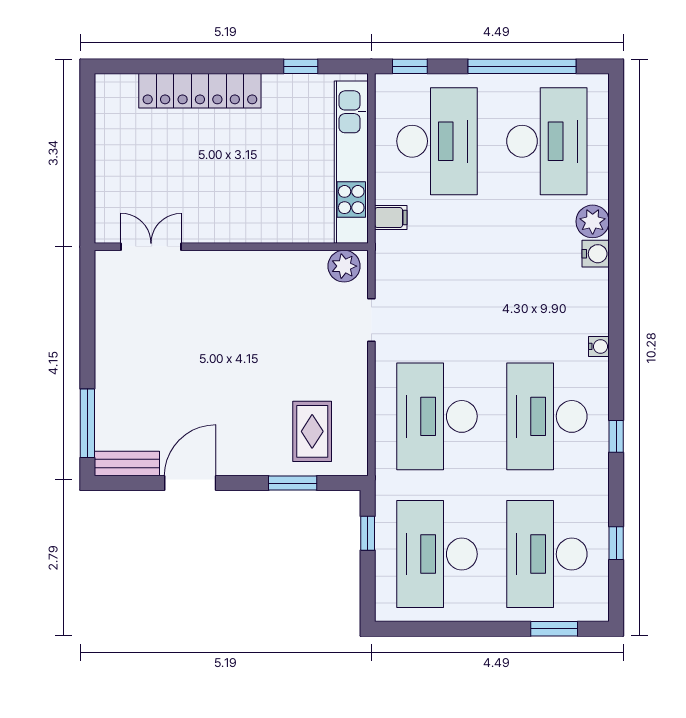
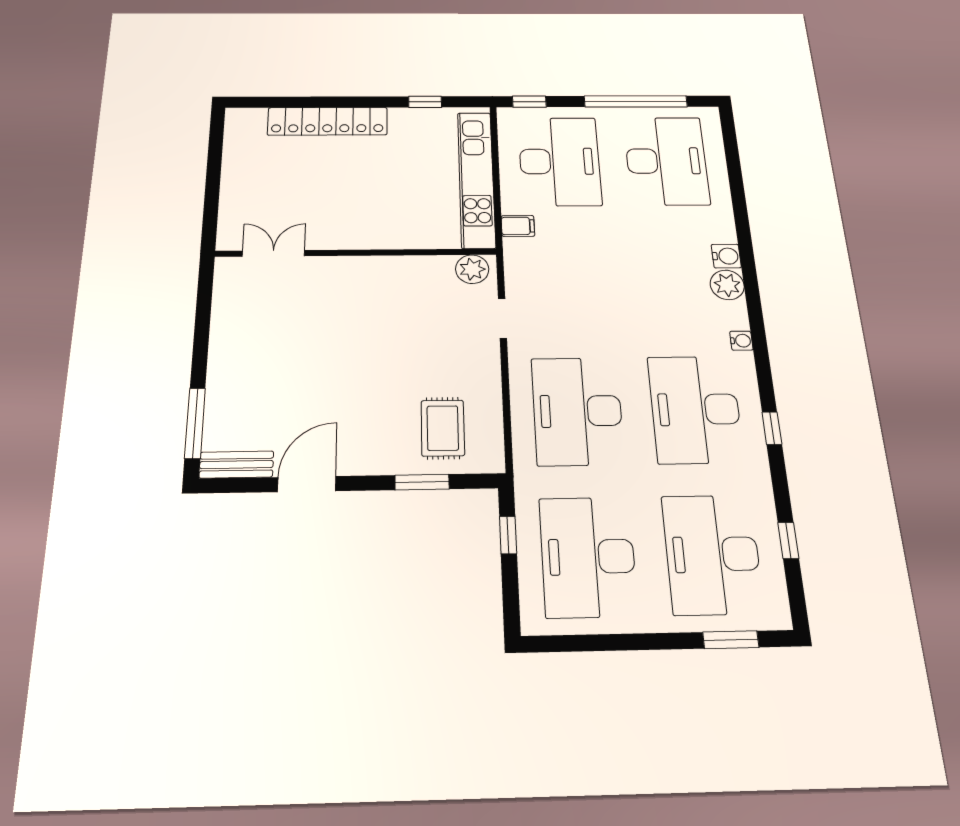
plant: (593, 221) -> (727, 285), moved

